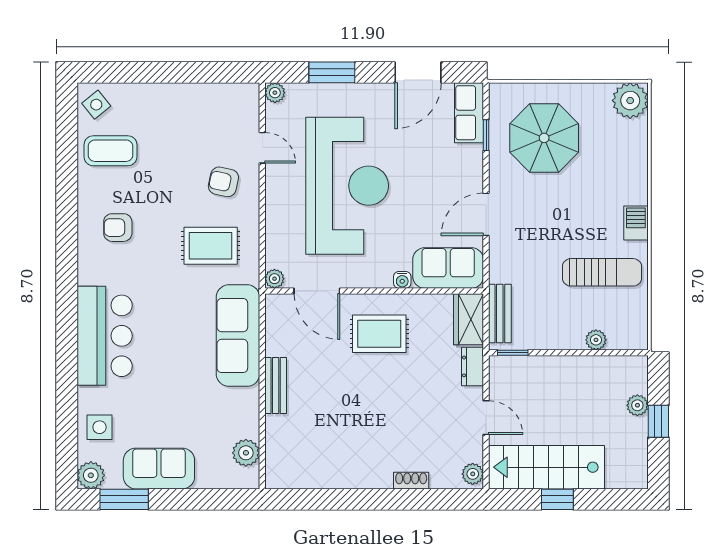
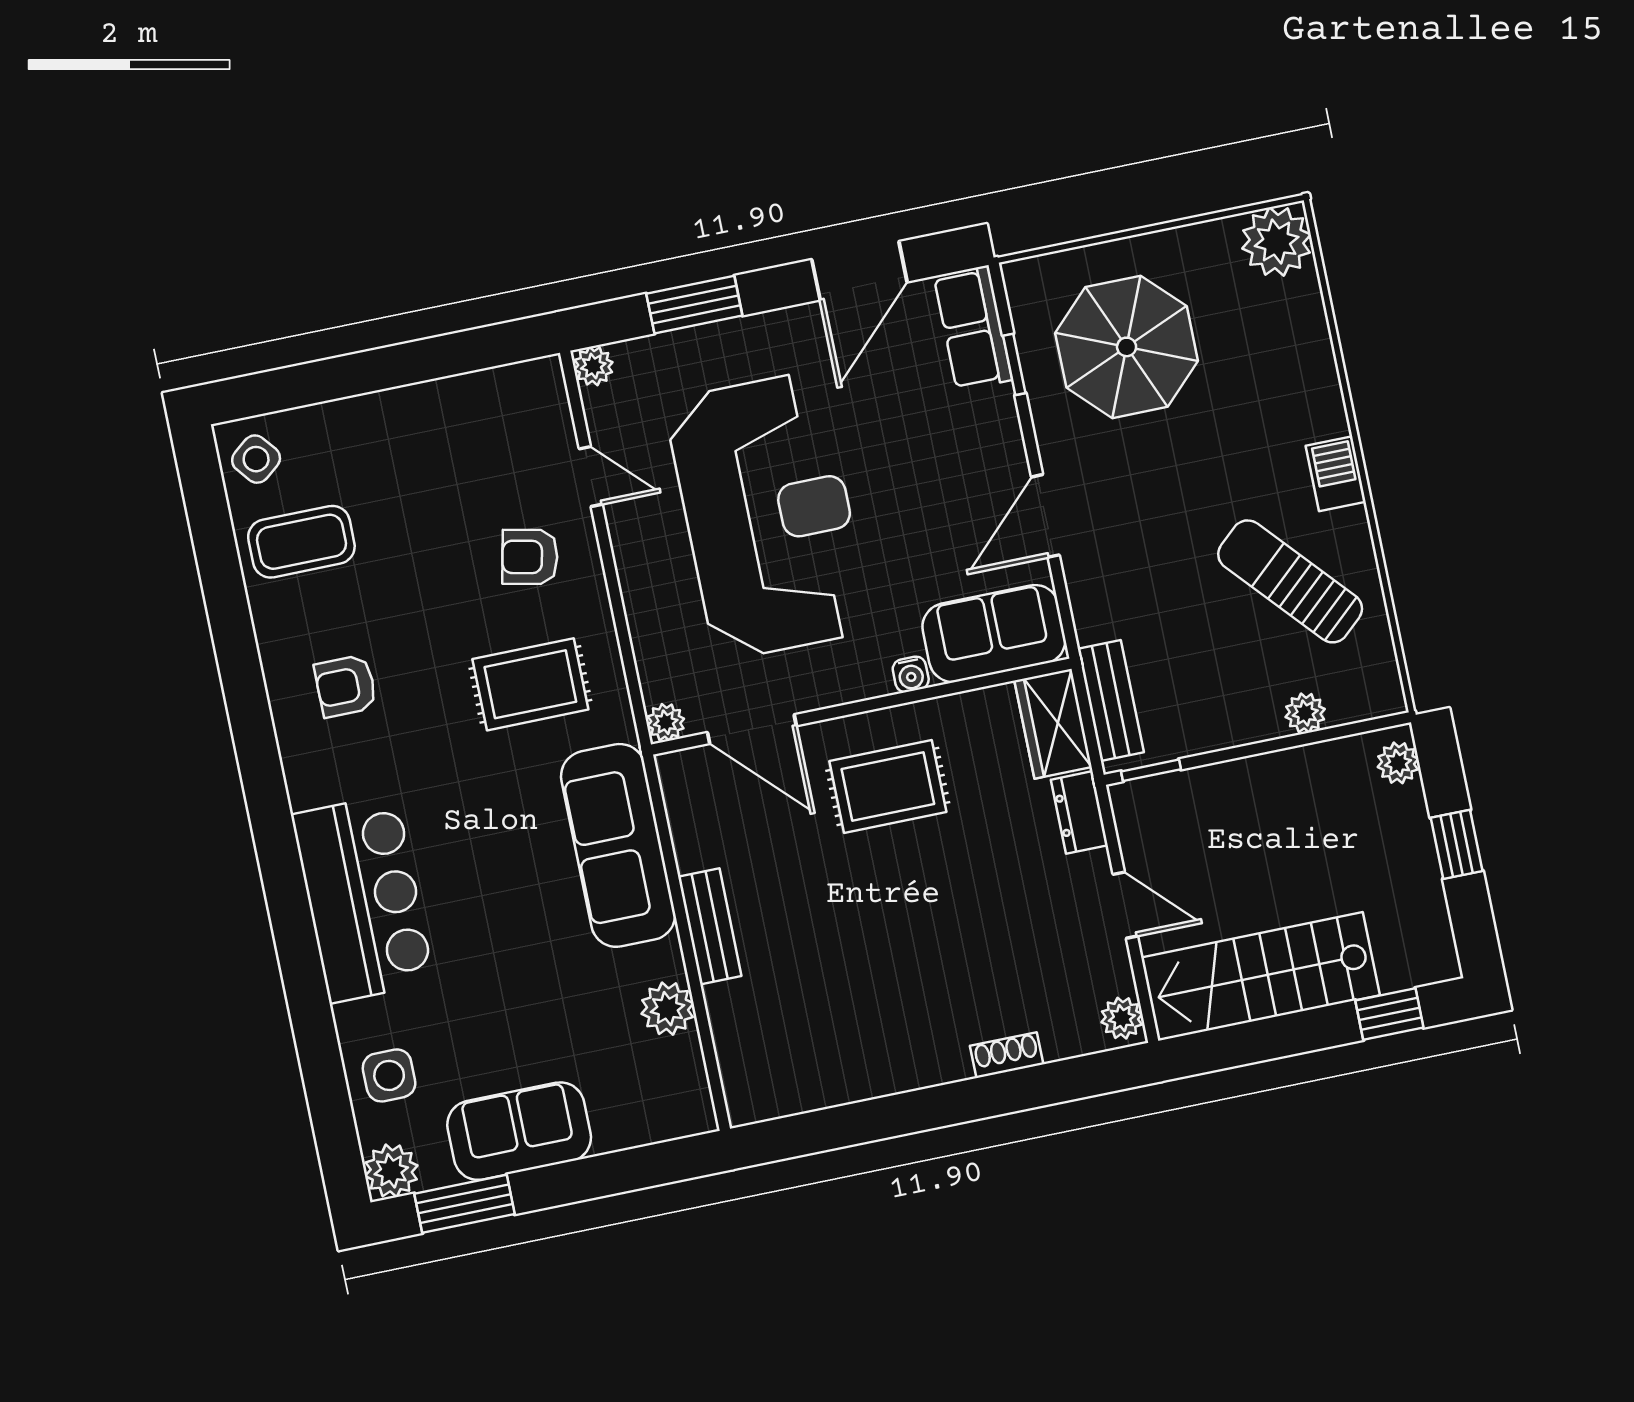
sun lounger: (602, 272) -> (1290, 581), turned -132
plant: (637, 405) -> (1398, 763), moved
plant: (246, 453) -> (668, 1009), moved
window: (557, 499) -> (1389, 1014), moved

